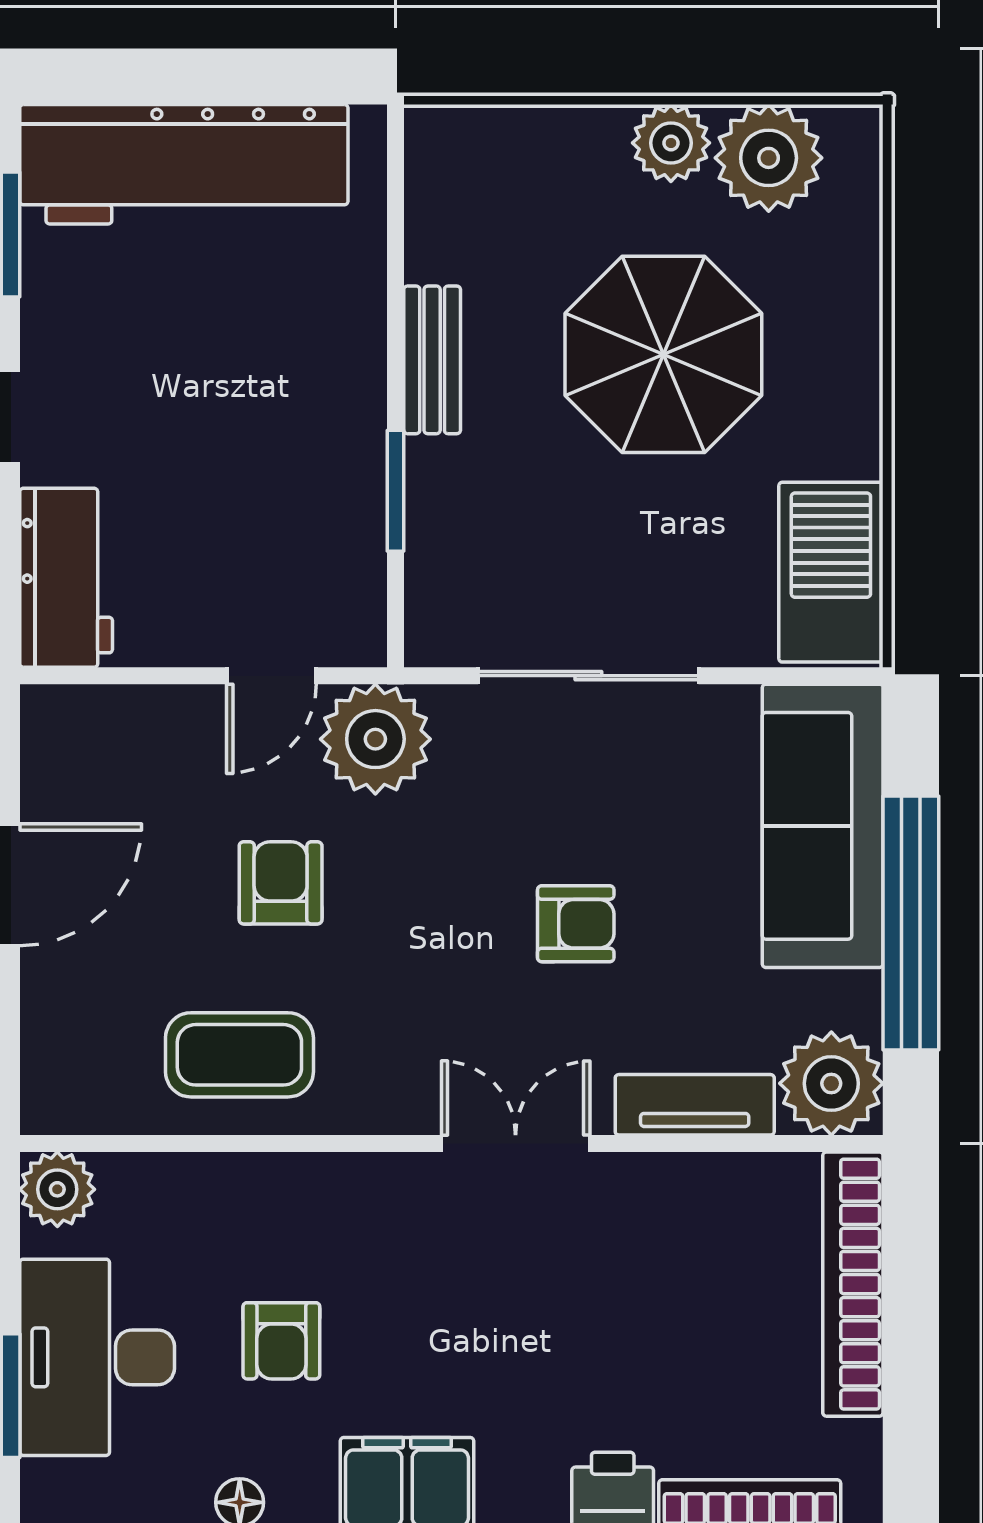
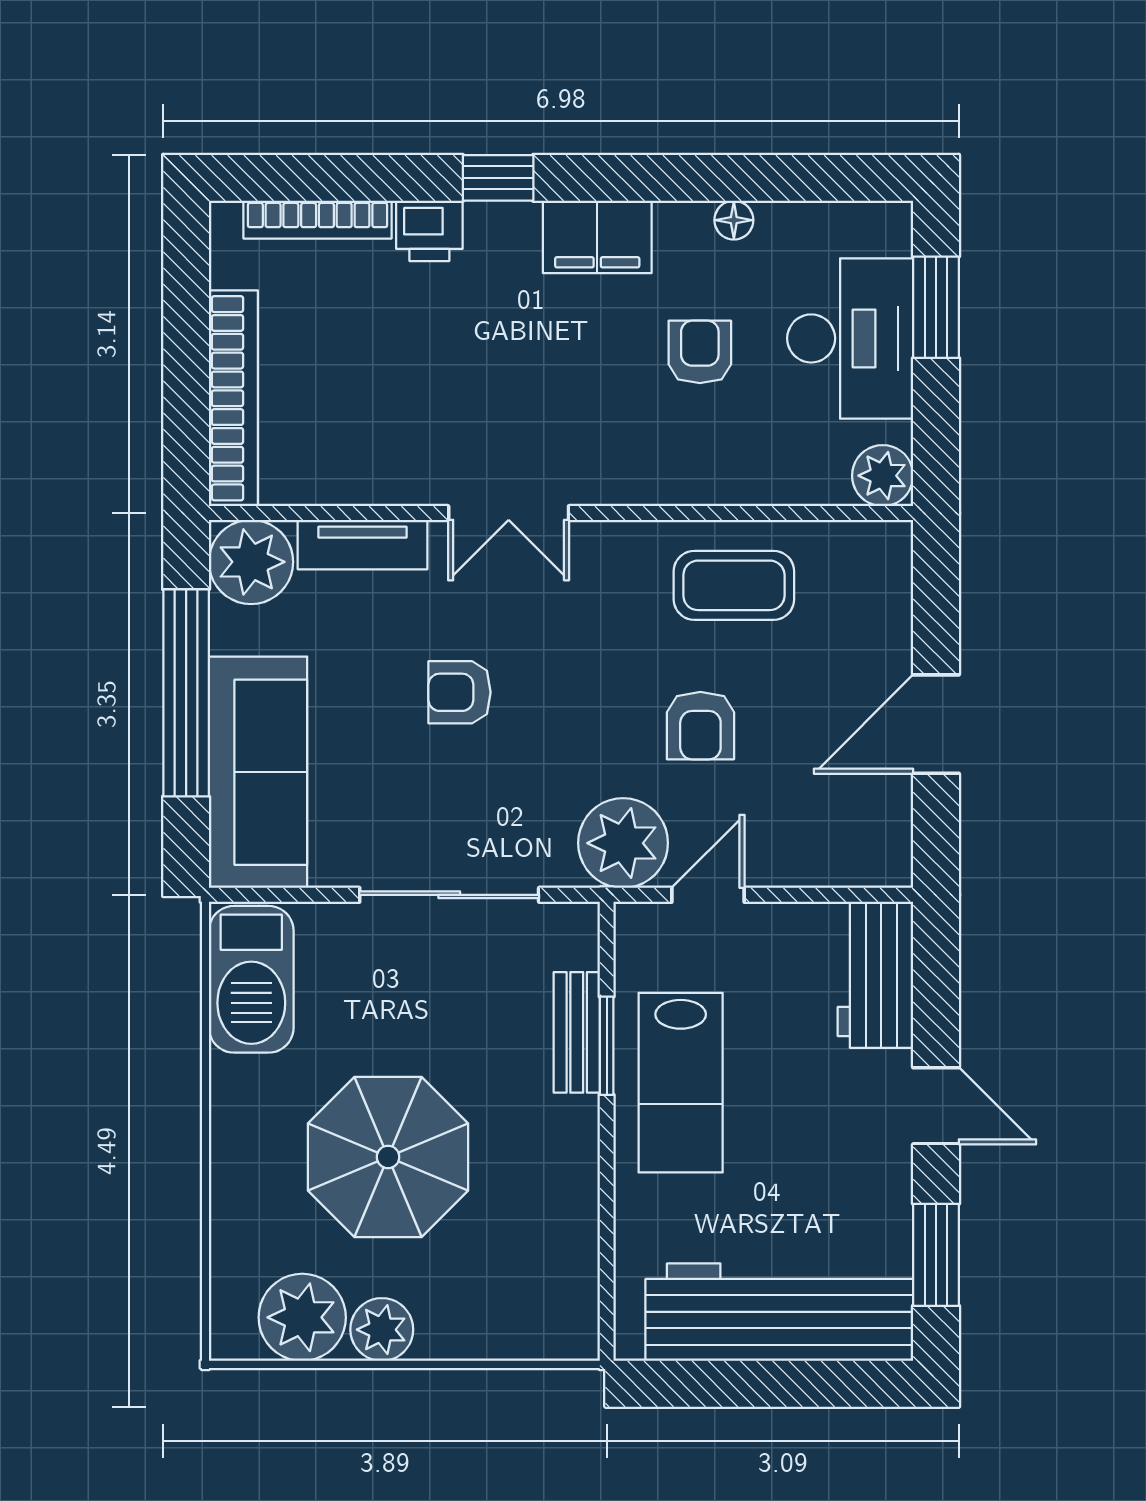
bench: (432, 360) -> (577, 1032), moved
lab bench: (305, 446) -> (681, 1083), added

